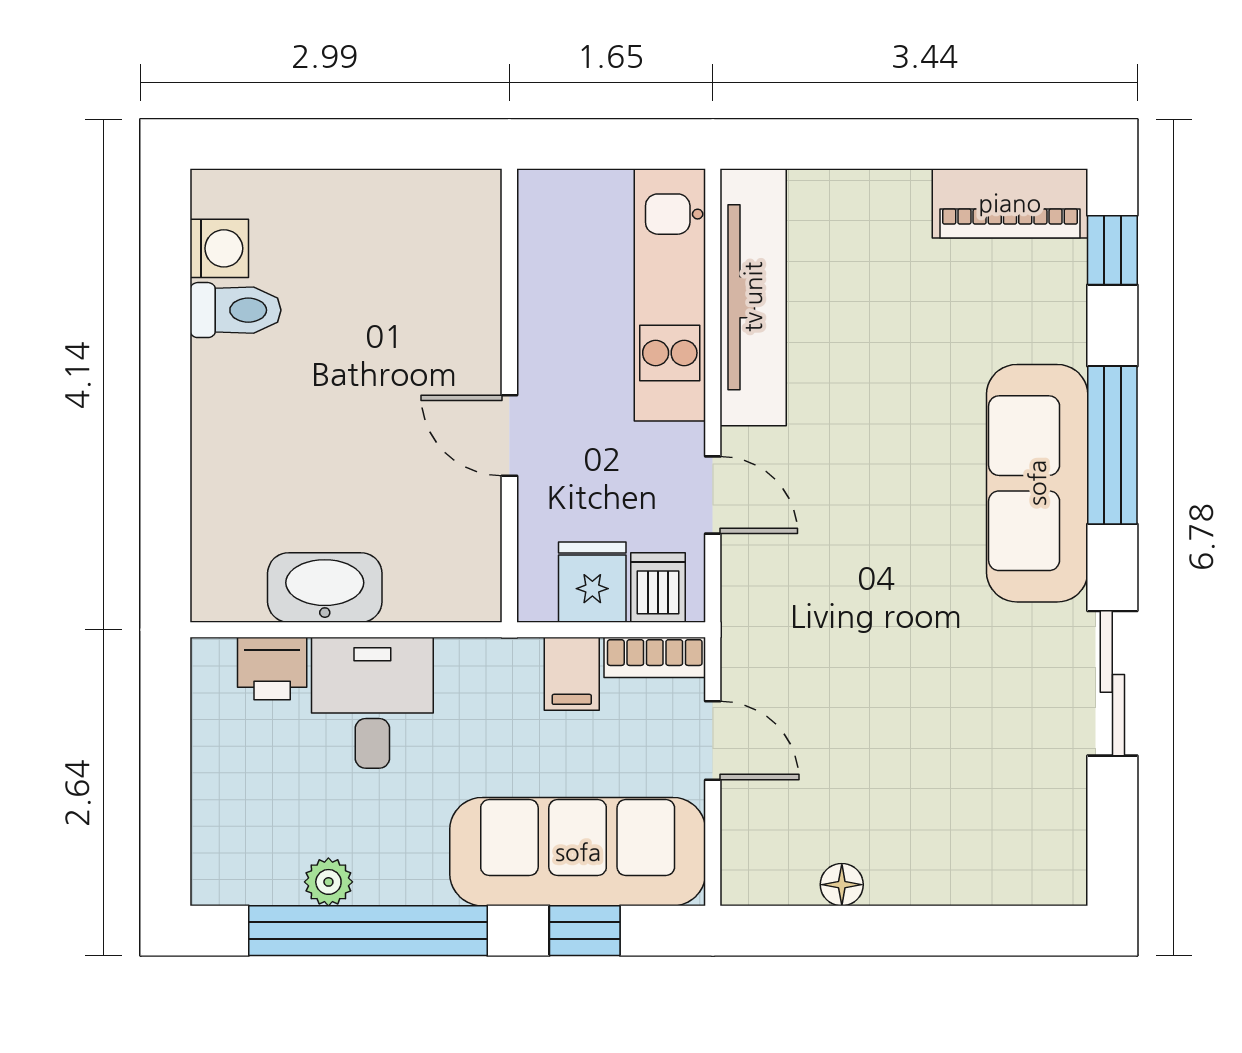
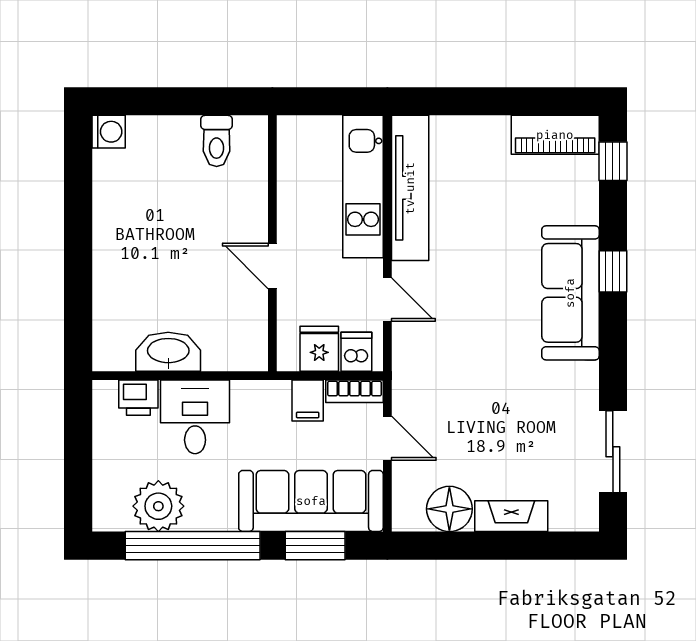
washing machine: (219, 248) -> (109, 132), moved
toilet: (235, 310) -> (217, 141), moved, turned 90
window: (1112, 445) -> (613, 271), width x0.46
sliding door: (1112, 683) -> (613, 452), moved
fireplace: (932, 878) -> (511, 516), added
plant: (328, 882) -> (158, 506), width x1.88, depth x1.88
floor lamp: (842, 885) -> (449, 509), width x1.89, depth x1.89
window: (585, 931) -> (315, 546), width x1.50

